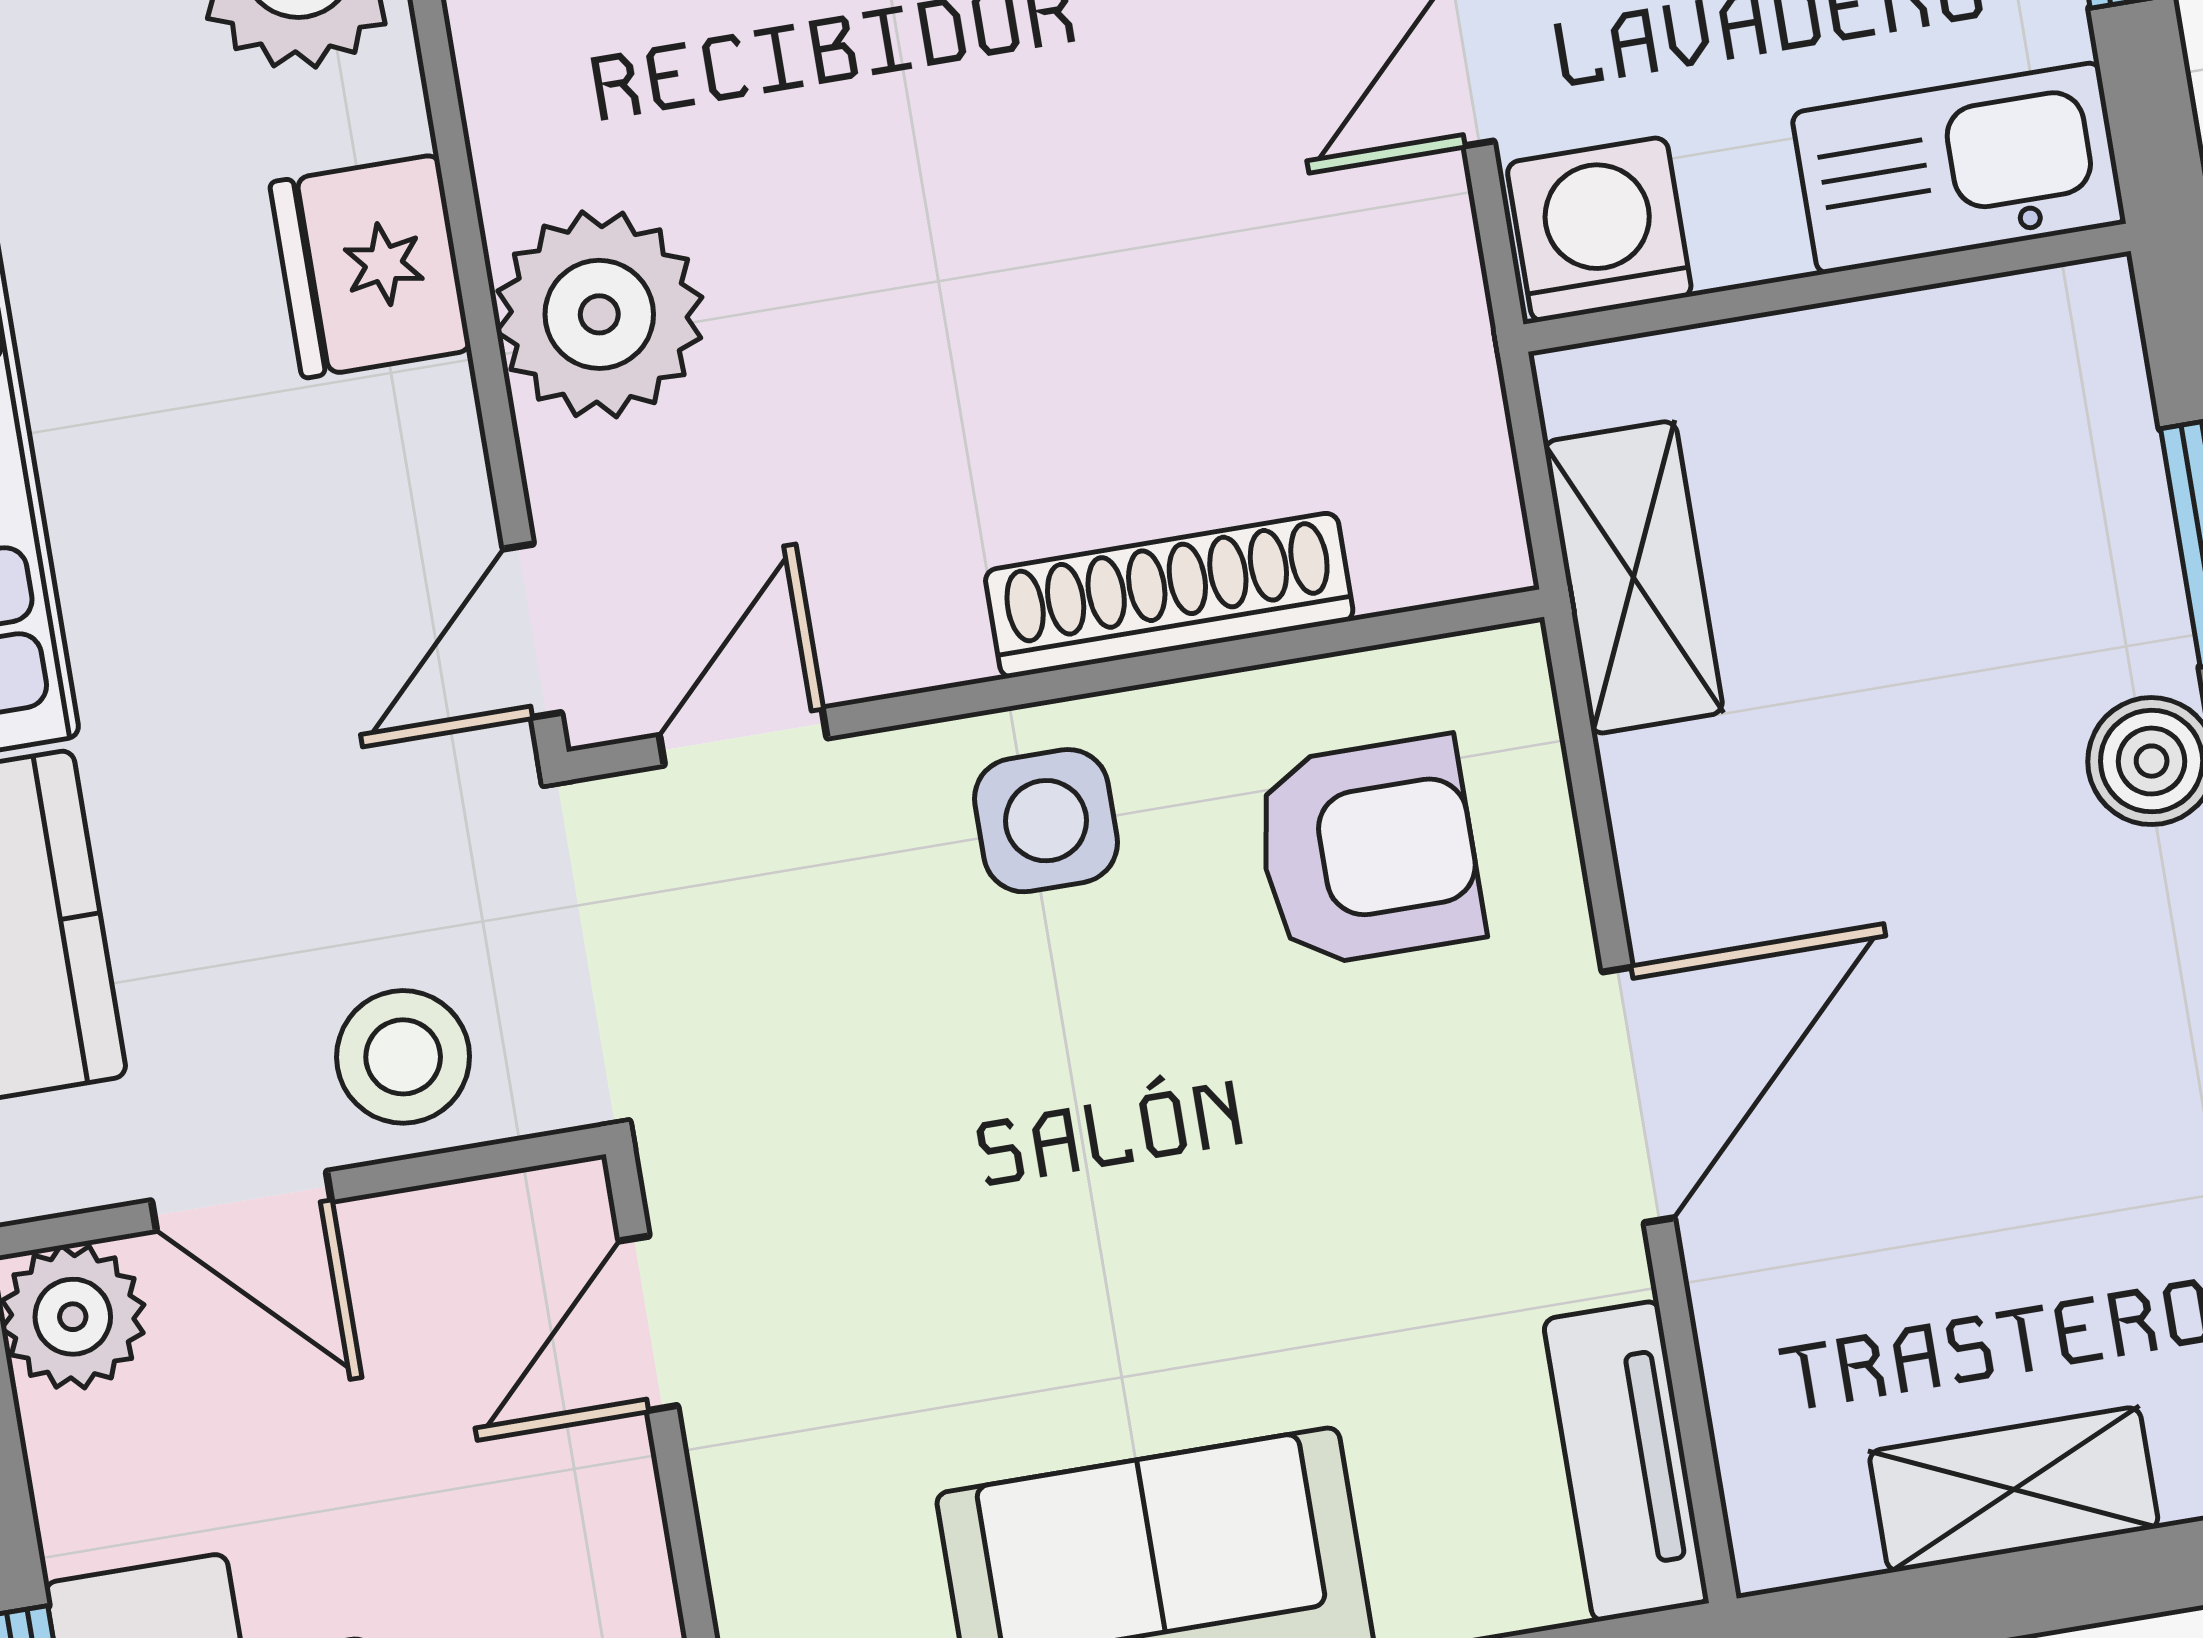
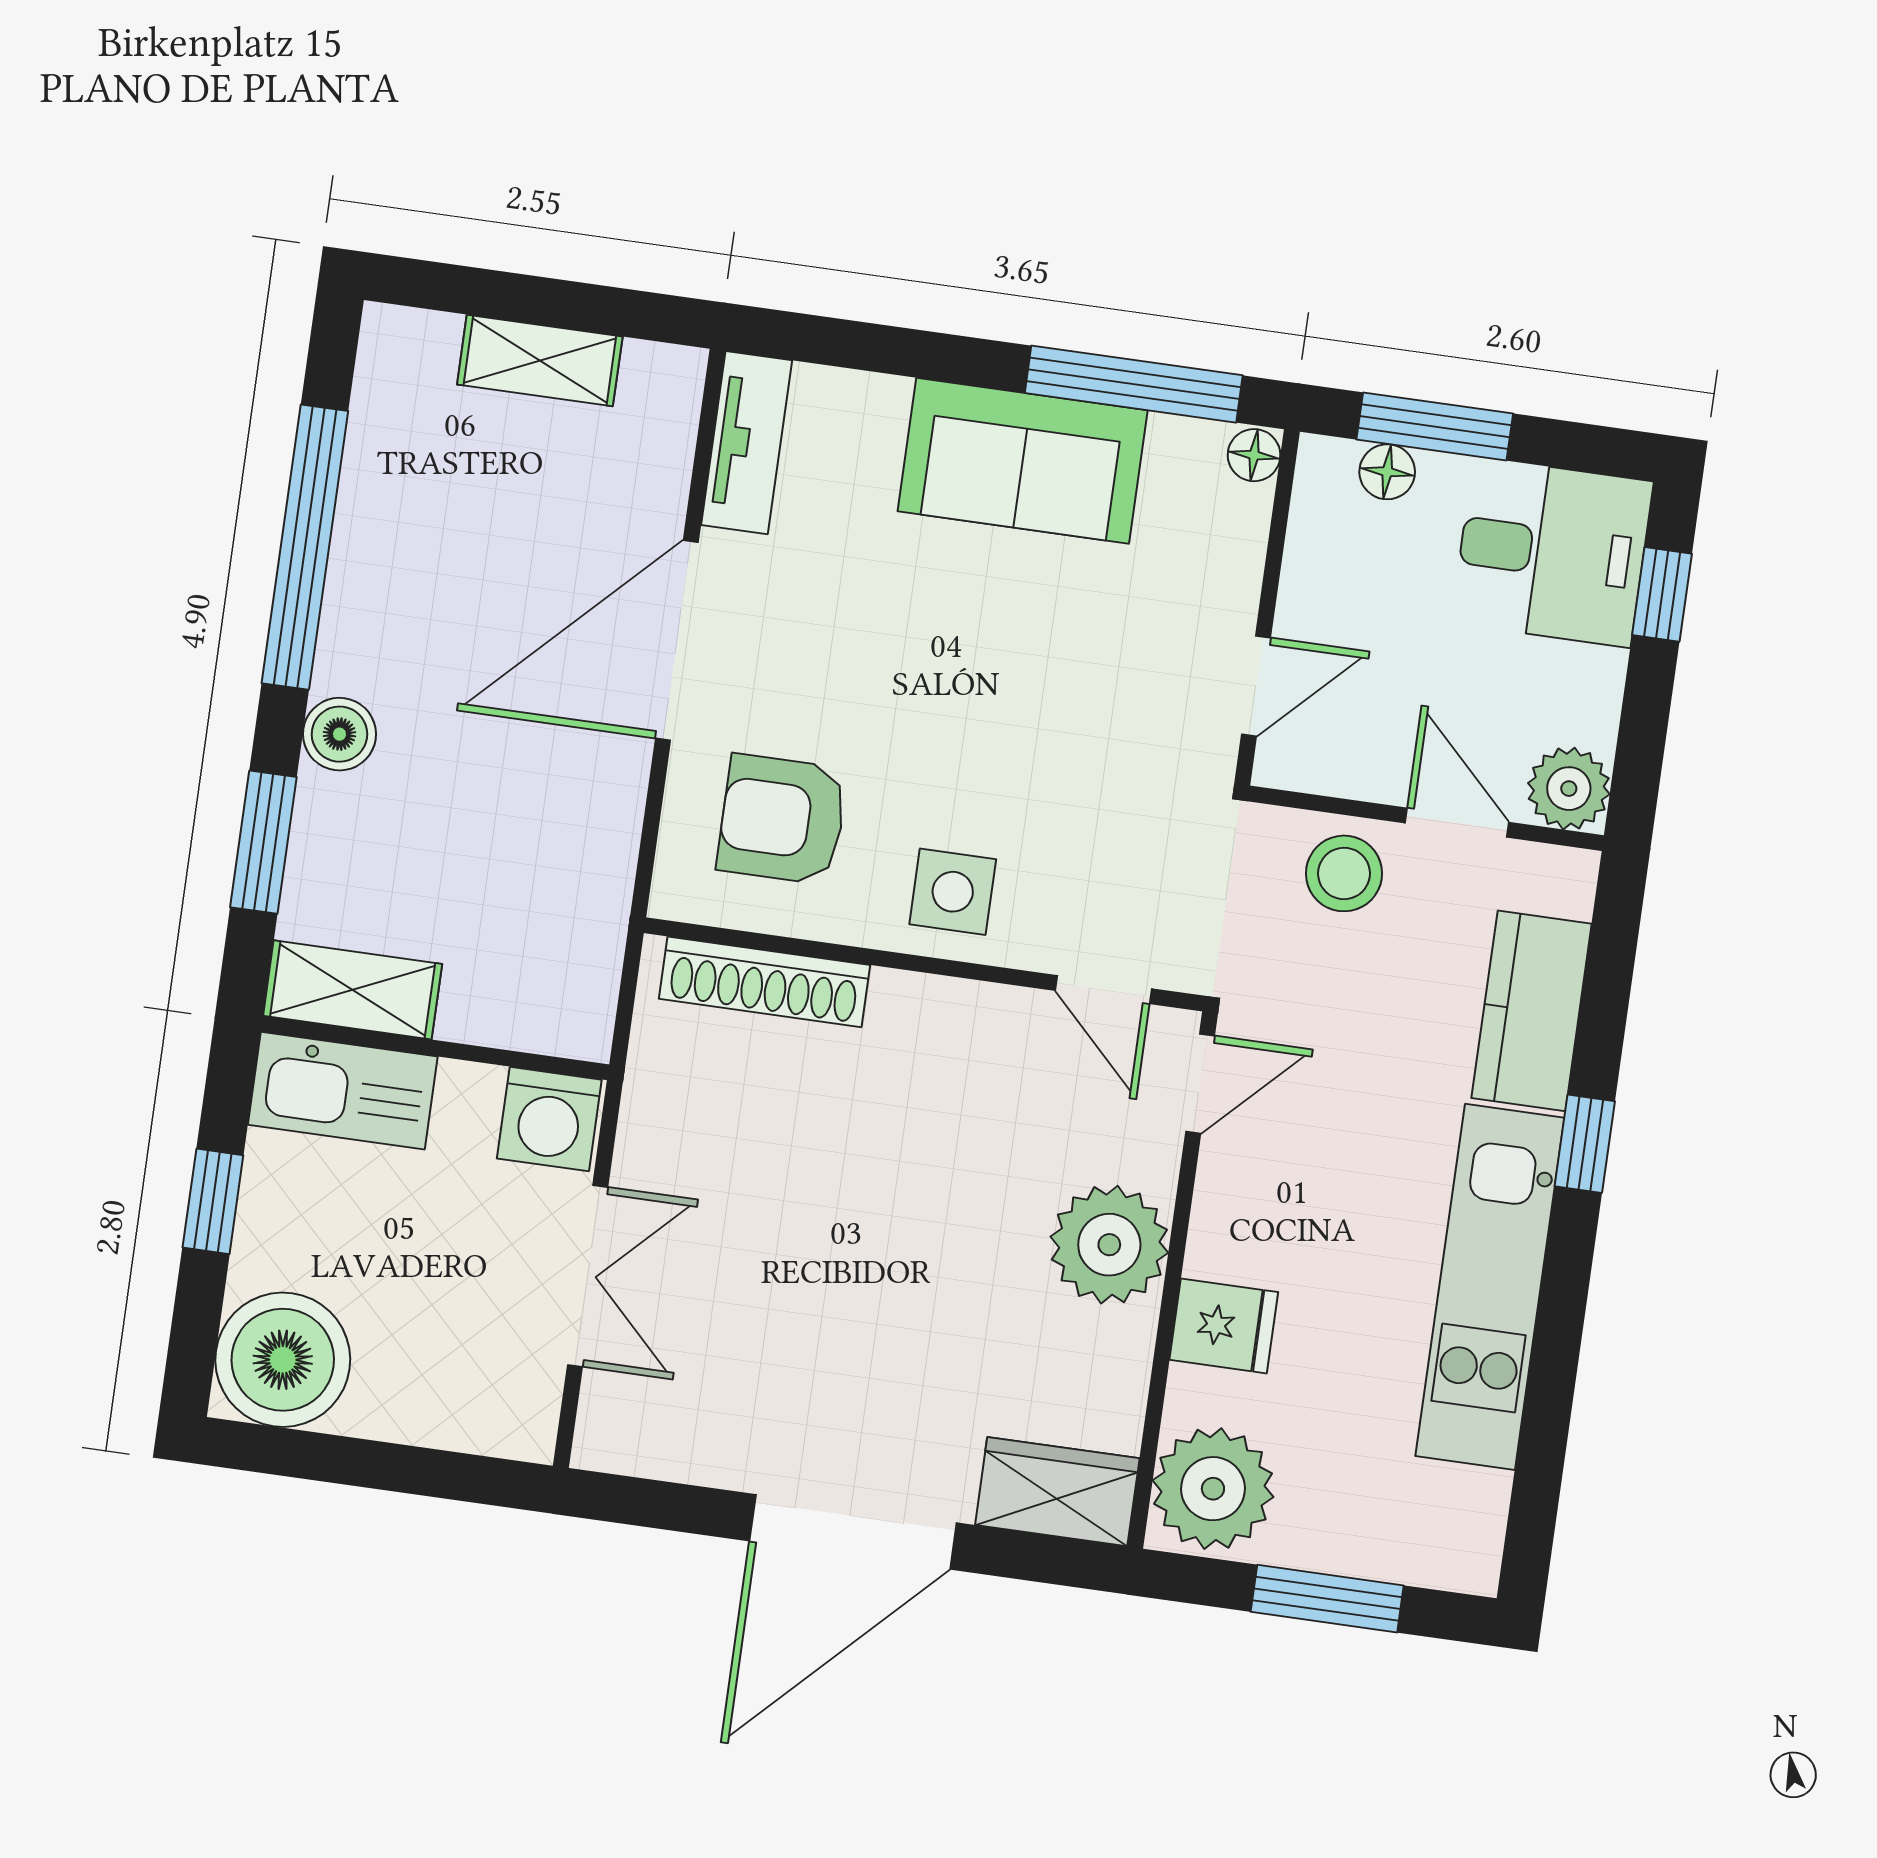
fridge: (370, 266) -> (1224, 1326), width x0.72
shelving: (1634, 577) -> (353, 990), moved, turned 90
shoe rack: (1169, 595) -> (764, 982), moved
door: (743, 737) -> (1103, 990), hinge flipped
door: (1638, 1095) -> (677, 640), width x1.36

